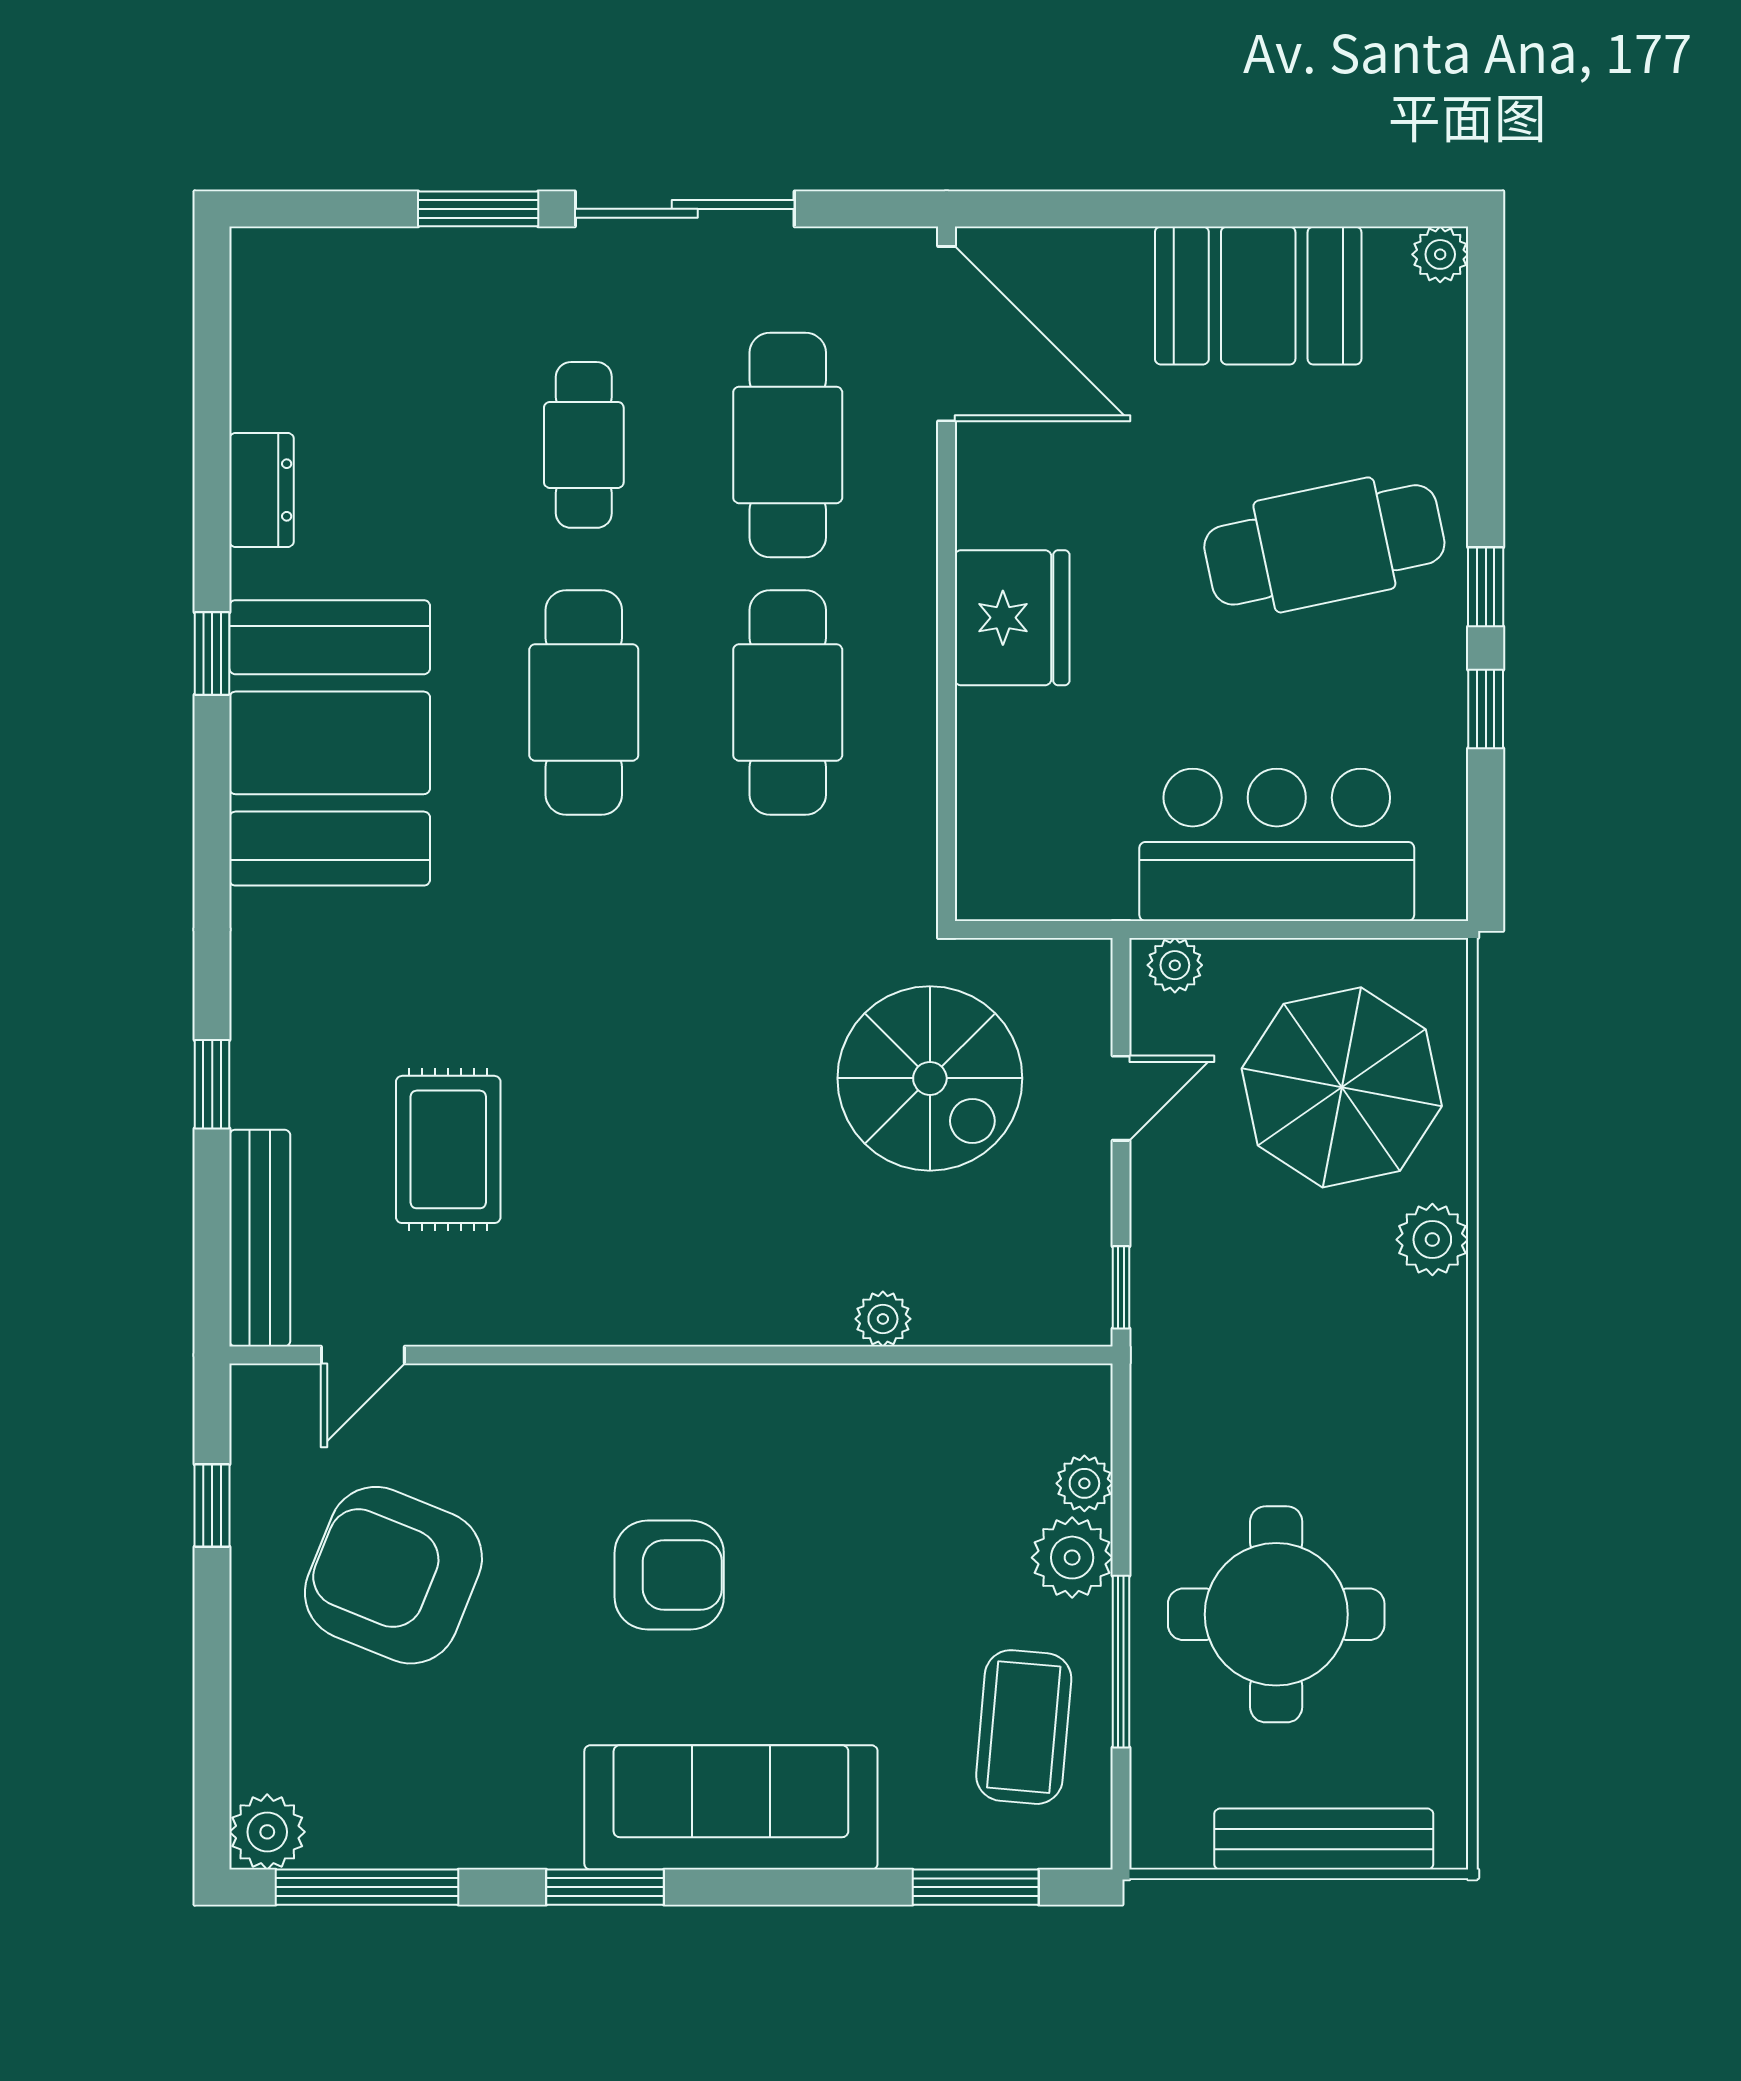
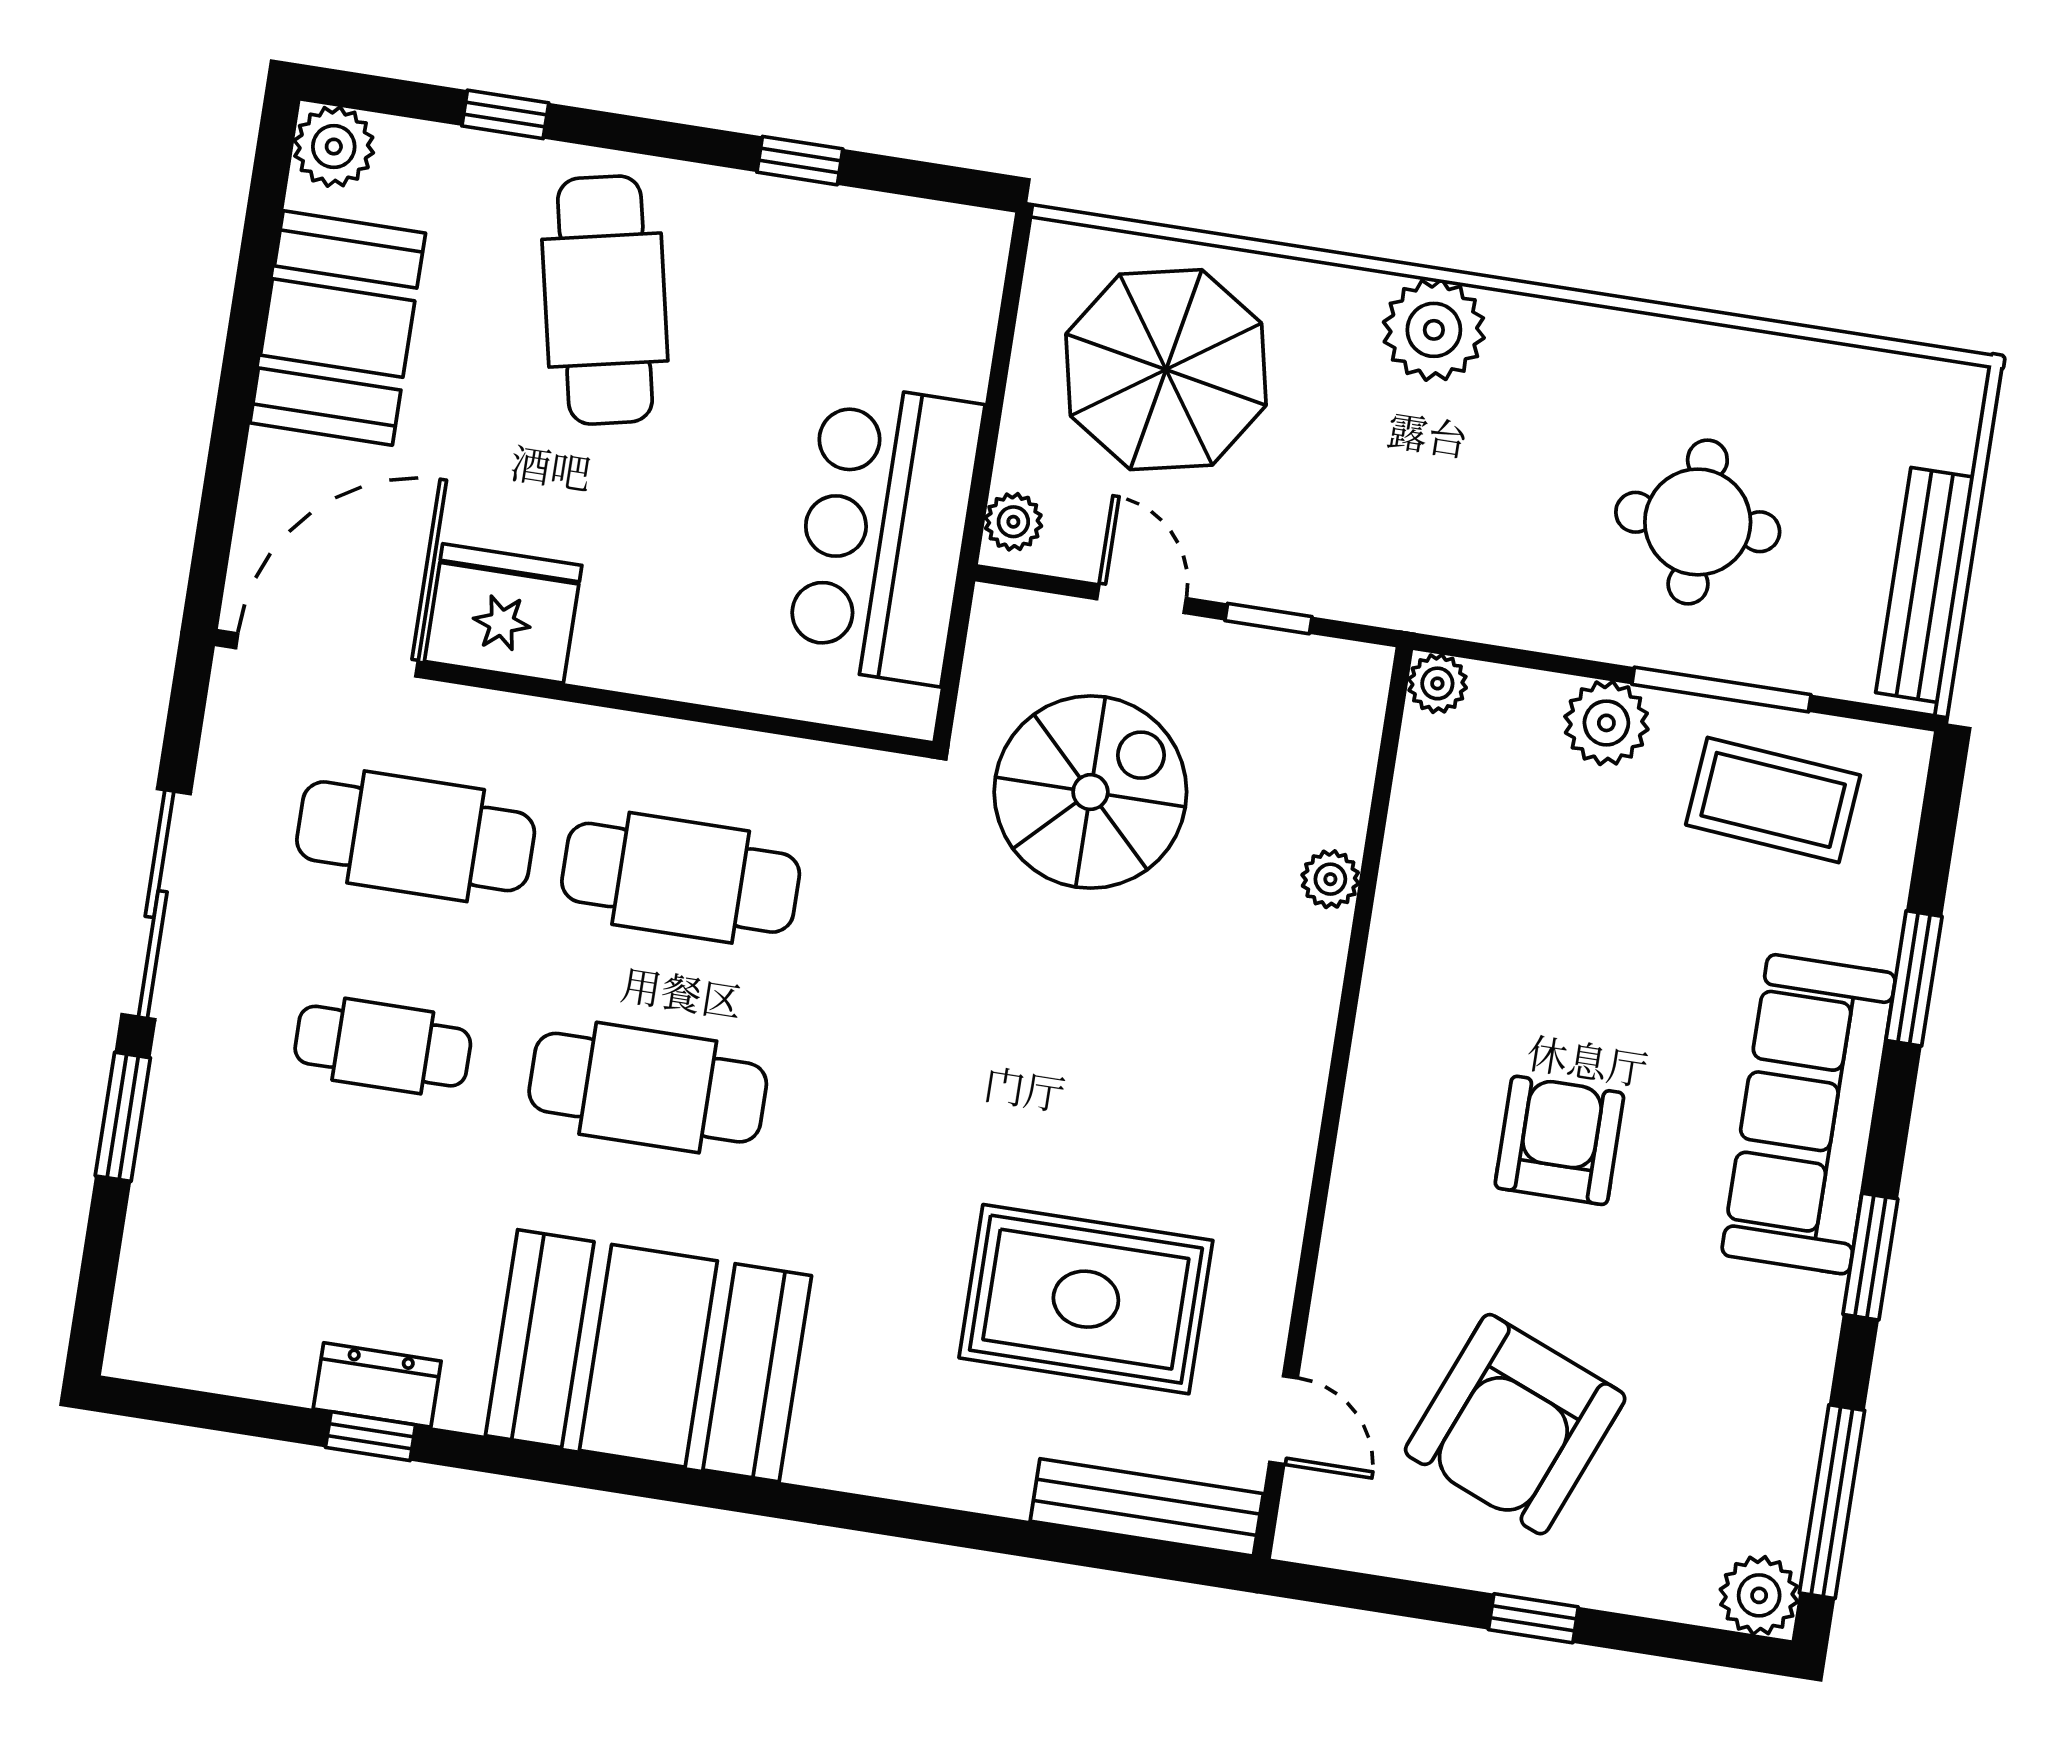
plant: (1440, 254) -> (334, 147), width x1.38, depth x1.38
window: (1486, 587) -> (505, 114), moved
fridge: (1012, 618) -> (503, 613), moved
window: (212, 654) -> (371, 1436), moved
bar counter: (1277, 845) -> (885, 534), moved
window: (212, 1084) -> (981, 1532), removed
rug: (448, 1149) -> (1086, 1299), width x1.36, depth x1.43
plant: (1432, 1240) -> (1434, 330), moved, width x1.36, depth x1.36
window: (1121, 1287) -> (1268, 619), moved
plant: (1084, 1483) -> (1437, 683), moved
window: (212, 1505) -> (1533, 1618), moved
round table: (1276, 1614) -> (1698, 522), width x0.73, depth x0.73
bench: (1324, 1839) -> (1925, 585), moved
window: (976, 1887) -> (1914, 978), moved

